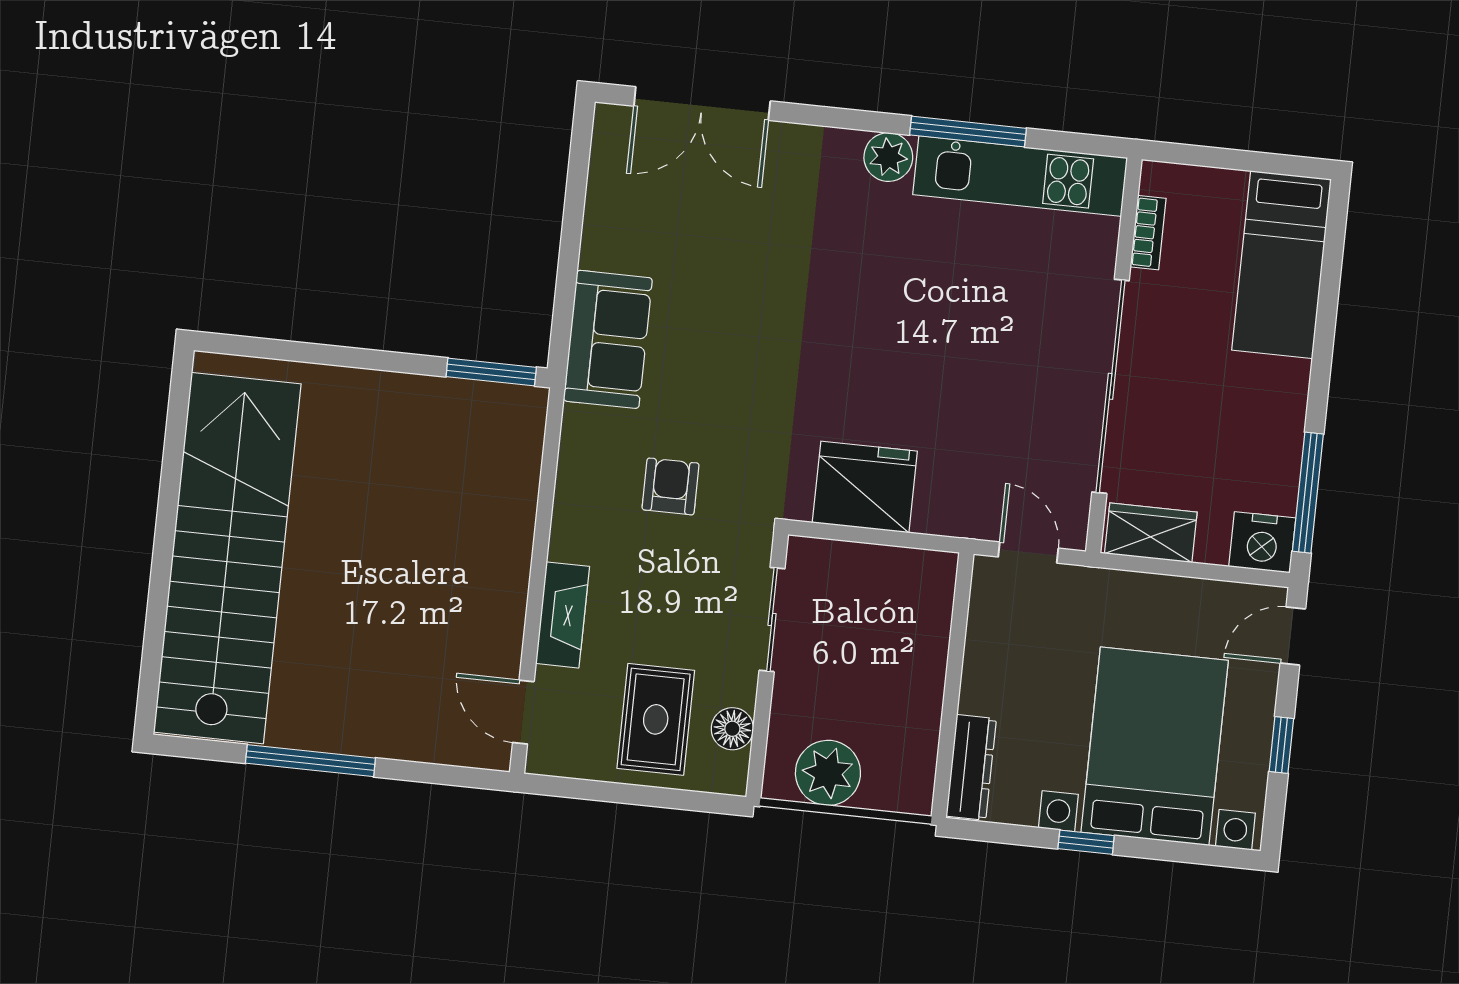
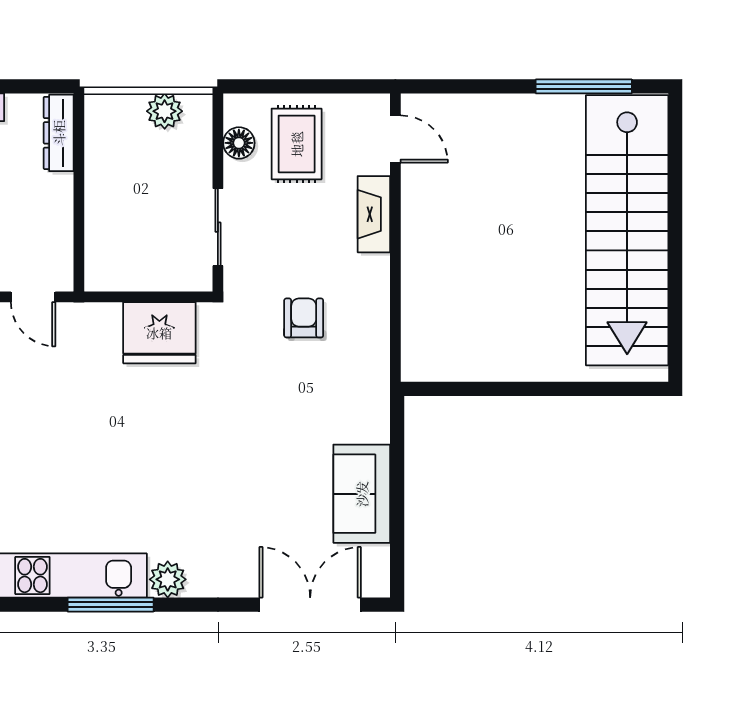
sofa: (608, 339) -> (362, 494), moved
window: (491, 372) -> (446, 389), removed
armchair: (671, 486) -> (304, 318), turned 180
window: (310, 761) -> (584, 86), moved
plant: (828, 773) -> (165, 111), width x0.73, depth x0.73

